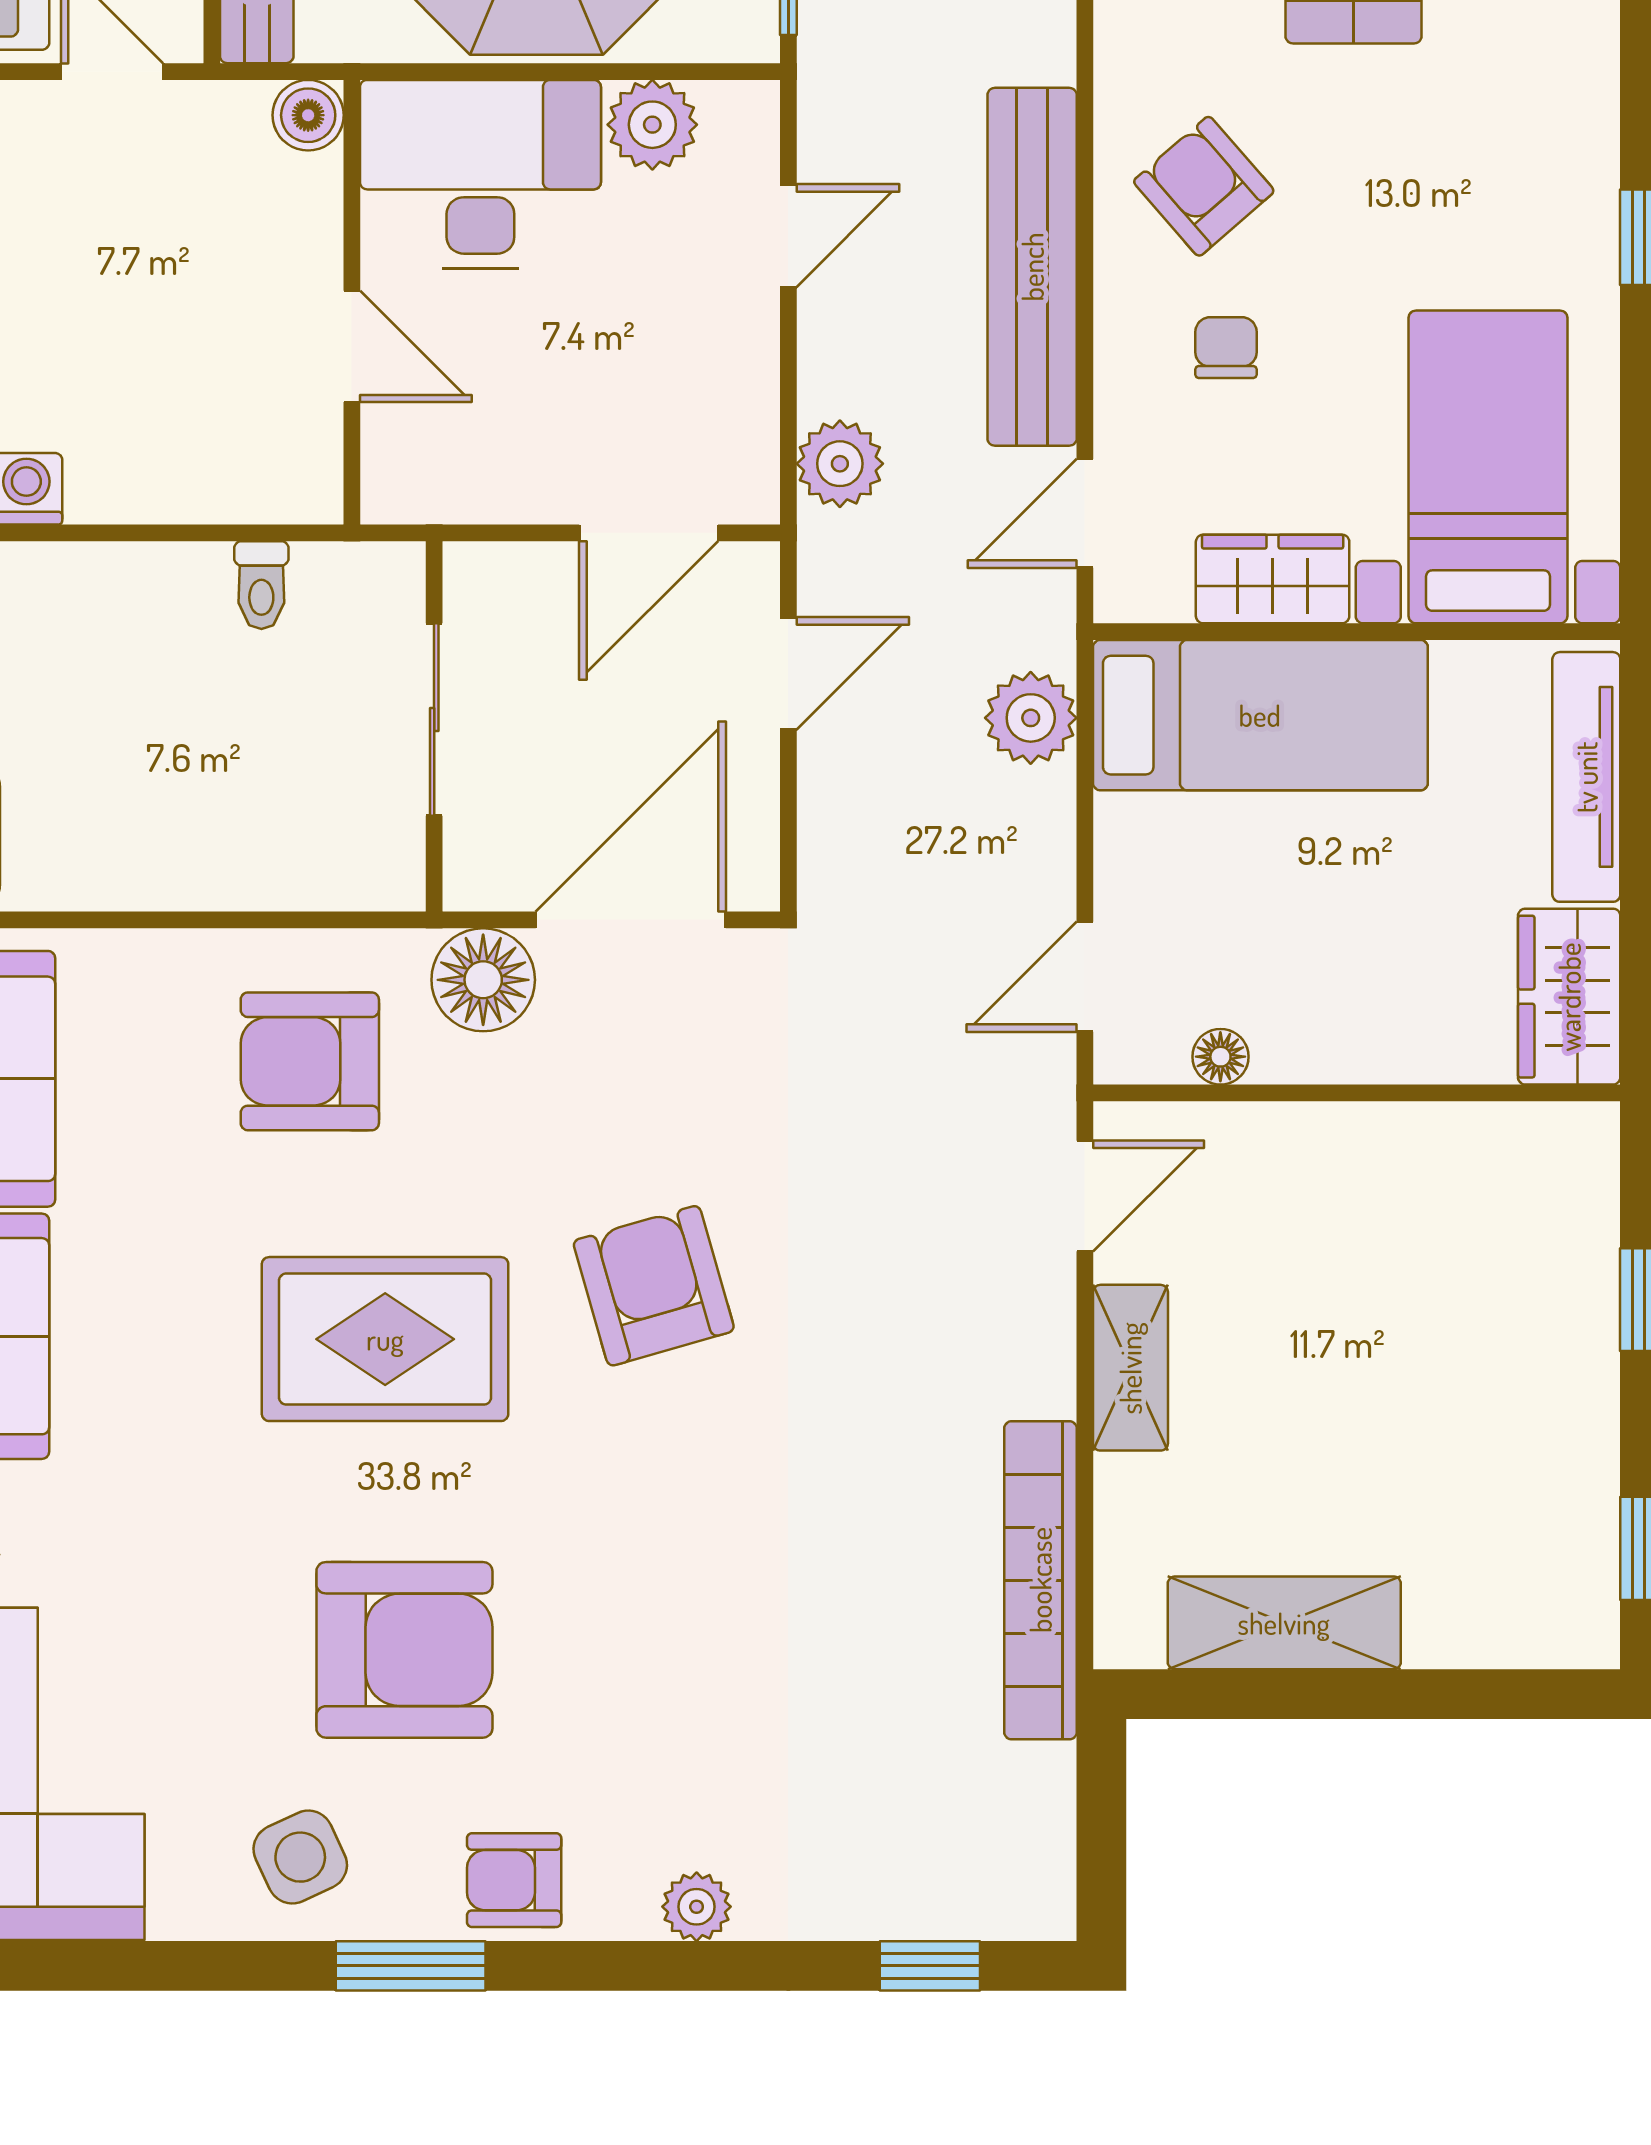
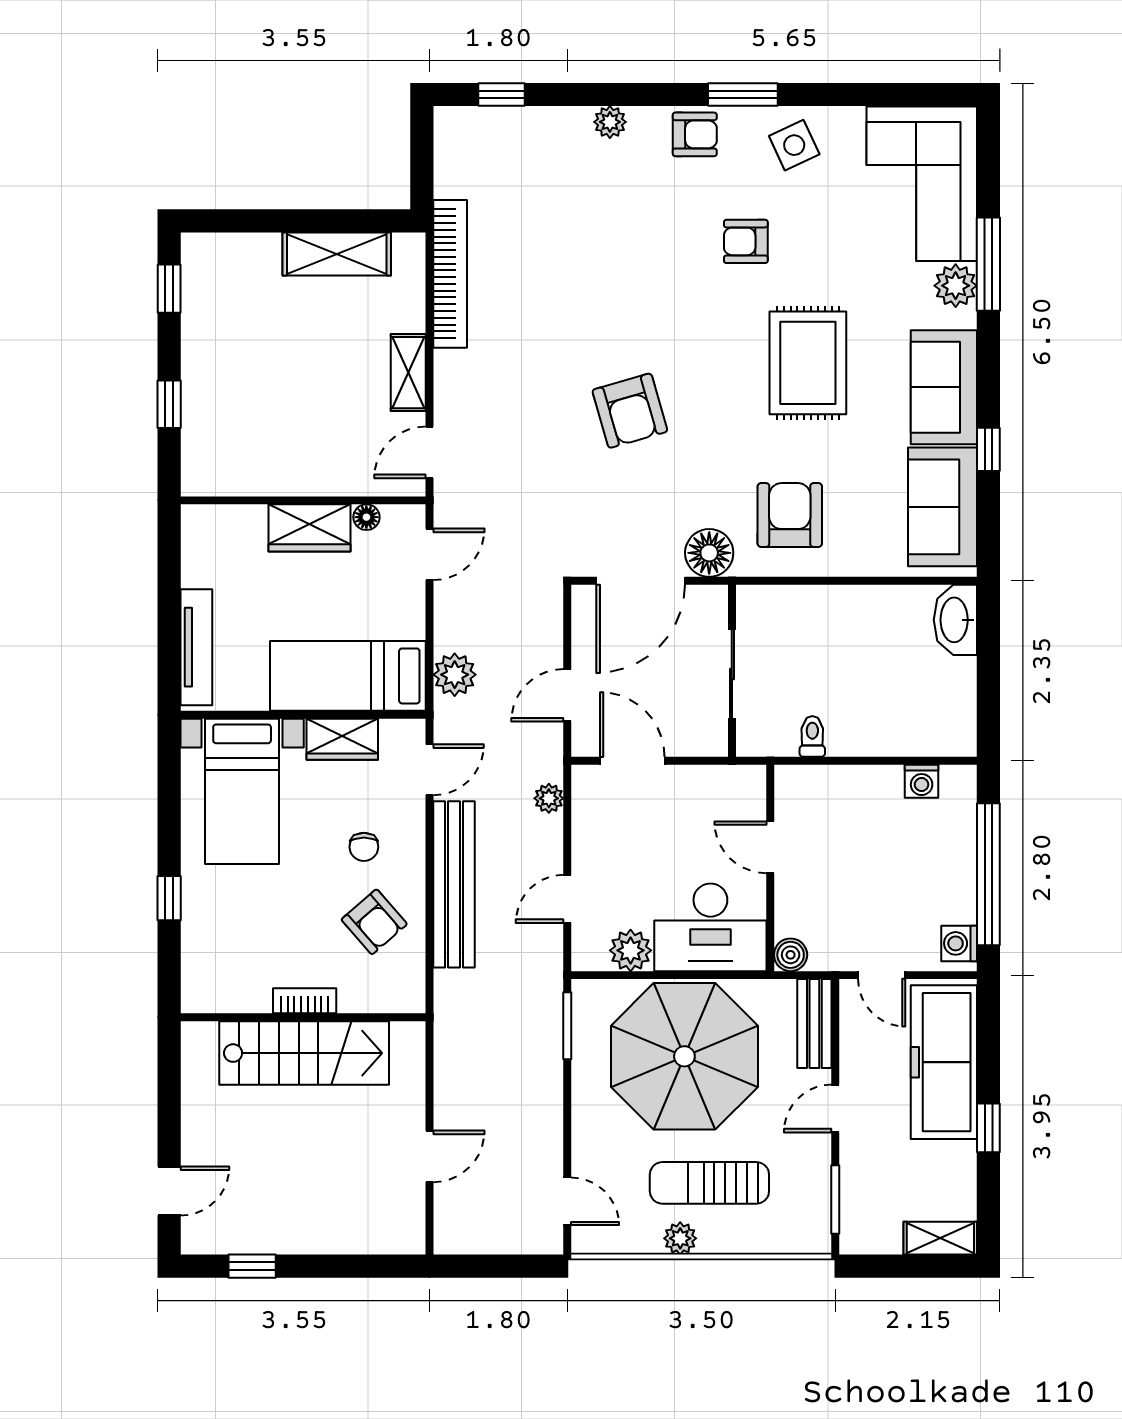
plant: (840, 464) -> (549, 798), width x0.73, depth x0.73
door: (649, 533) -> (632, 761), hinge flipped
wardrobe: (1569, 997) -> (309, 528), moved, turned 90
armchair: (310, 1061) -> (790, 515), turned -90
rug: (385, 1339) -> (808, 363), moved, turned 90
armchair: (404, 1650) -> (746, 241), width x0.53, depth x0.53

